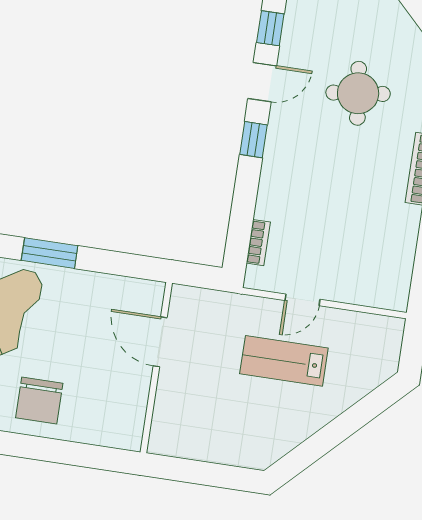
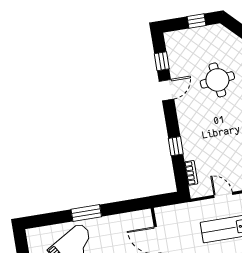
window: (253, 140) -> (176, 146), moved
door: (302, 300) -> (223, 195), swing flipped

